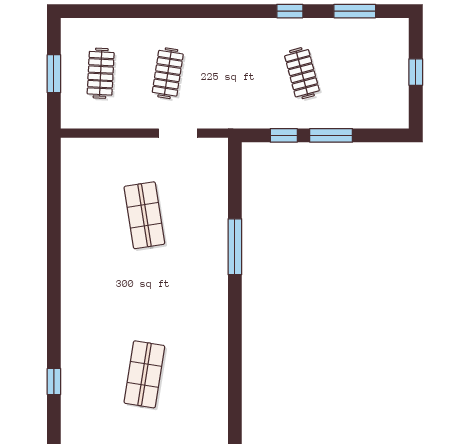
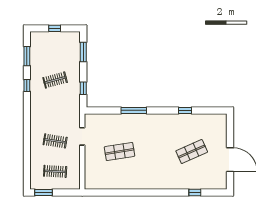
window: (54, 74) -> (44, 193), moved
window: (331, 135) -> (83, 52), moved
window: (235, 360) -> (185, 110), added
shop shelf: (144, 374) -> (192, 152), turned -33

